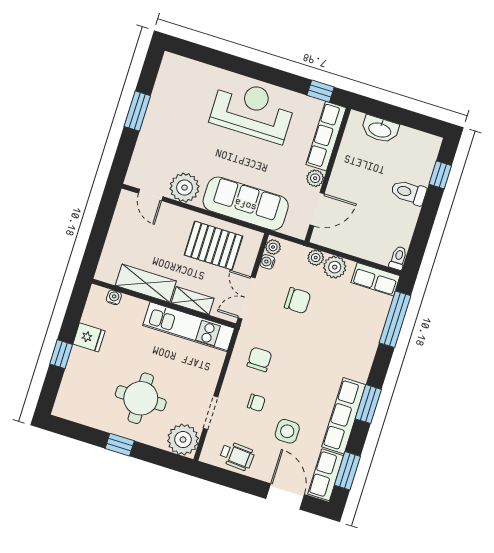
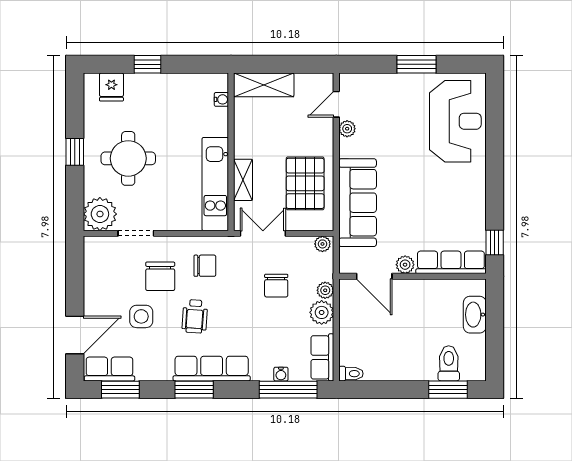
reception desk: (253, 111) -> (455, 121), moved
window: (440, 175) -> (448, 390), width x1.50
plant: (185, 188) -> (347, 129), width x0.53, depth x0.53
toilet: (409, 192) -> (449, 363), moved
water cooler: (267, 262) -> (281, 374), moved, turned 180
shelving: (146, 283) -> (264, 85), moved, turned 90
fridge: (89, 337) -> (111, 87), moved
chair: (256, 403) -> (160, 276), width x1.87, depth x1.87
row of seats: (344, 416) -> (212, 369), moved
wheelchair: (237, 456) -> (195, 316), moved

